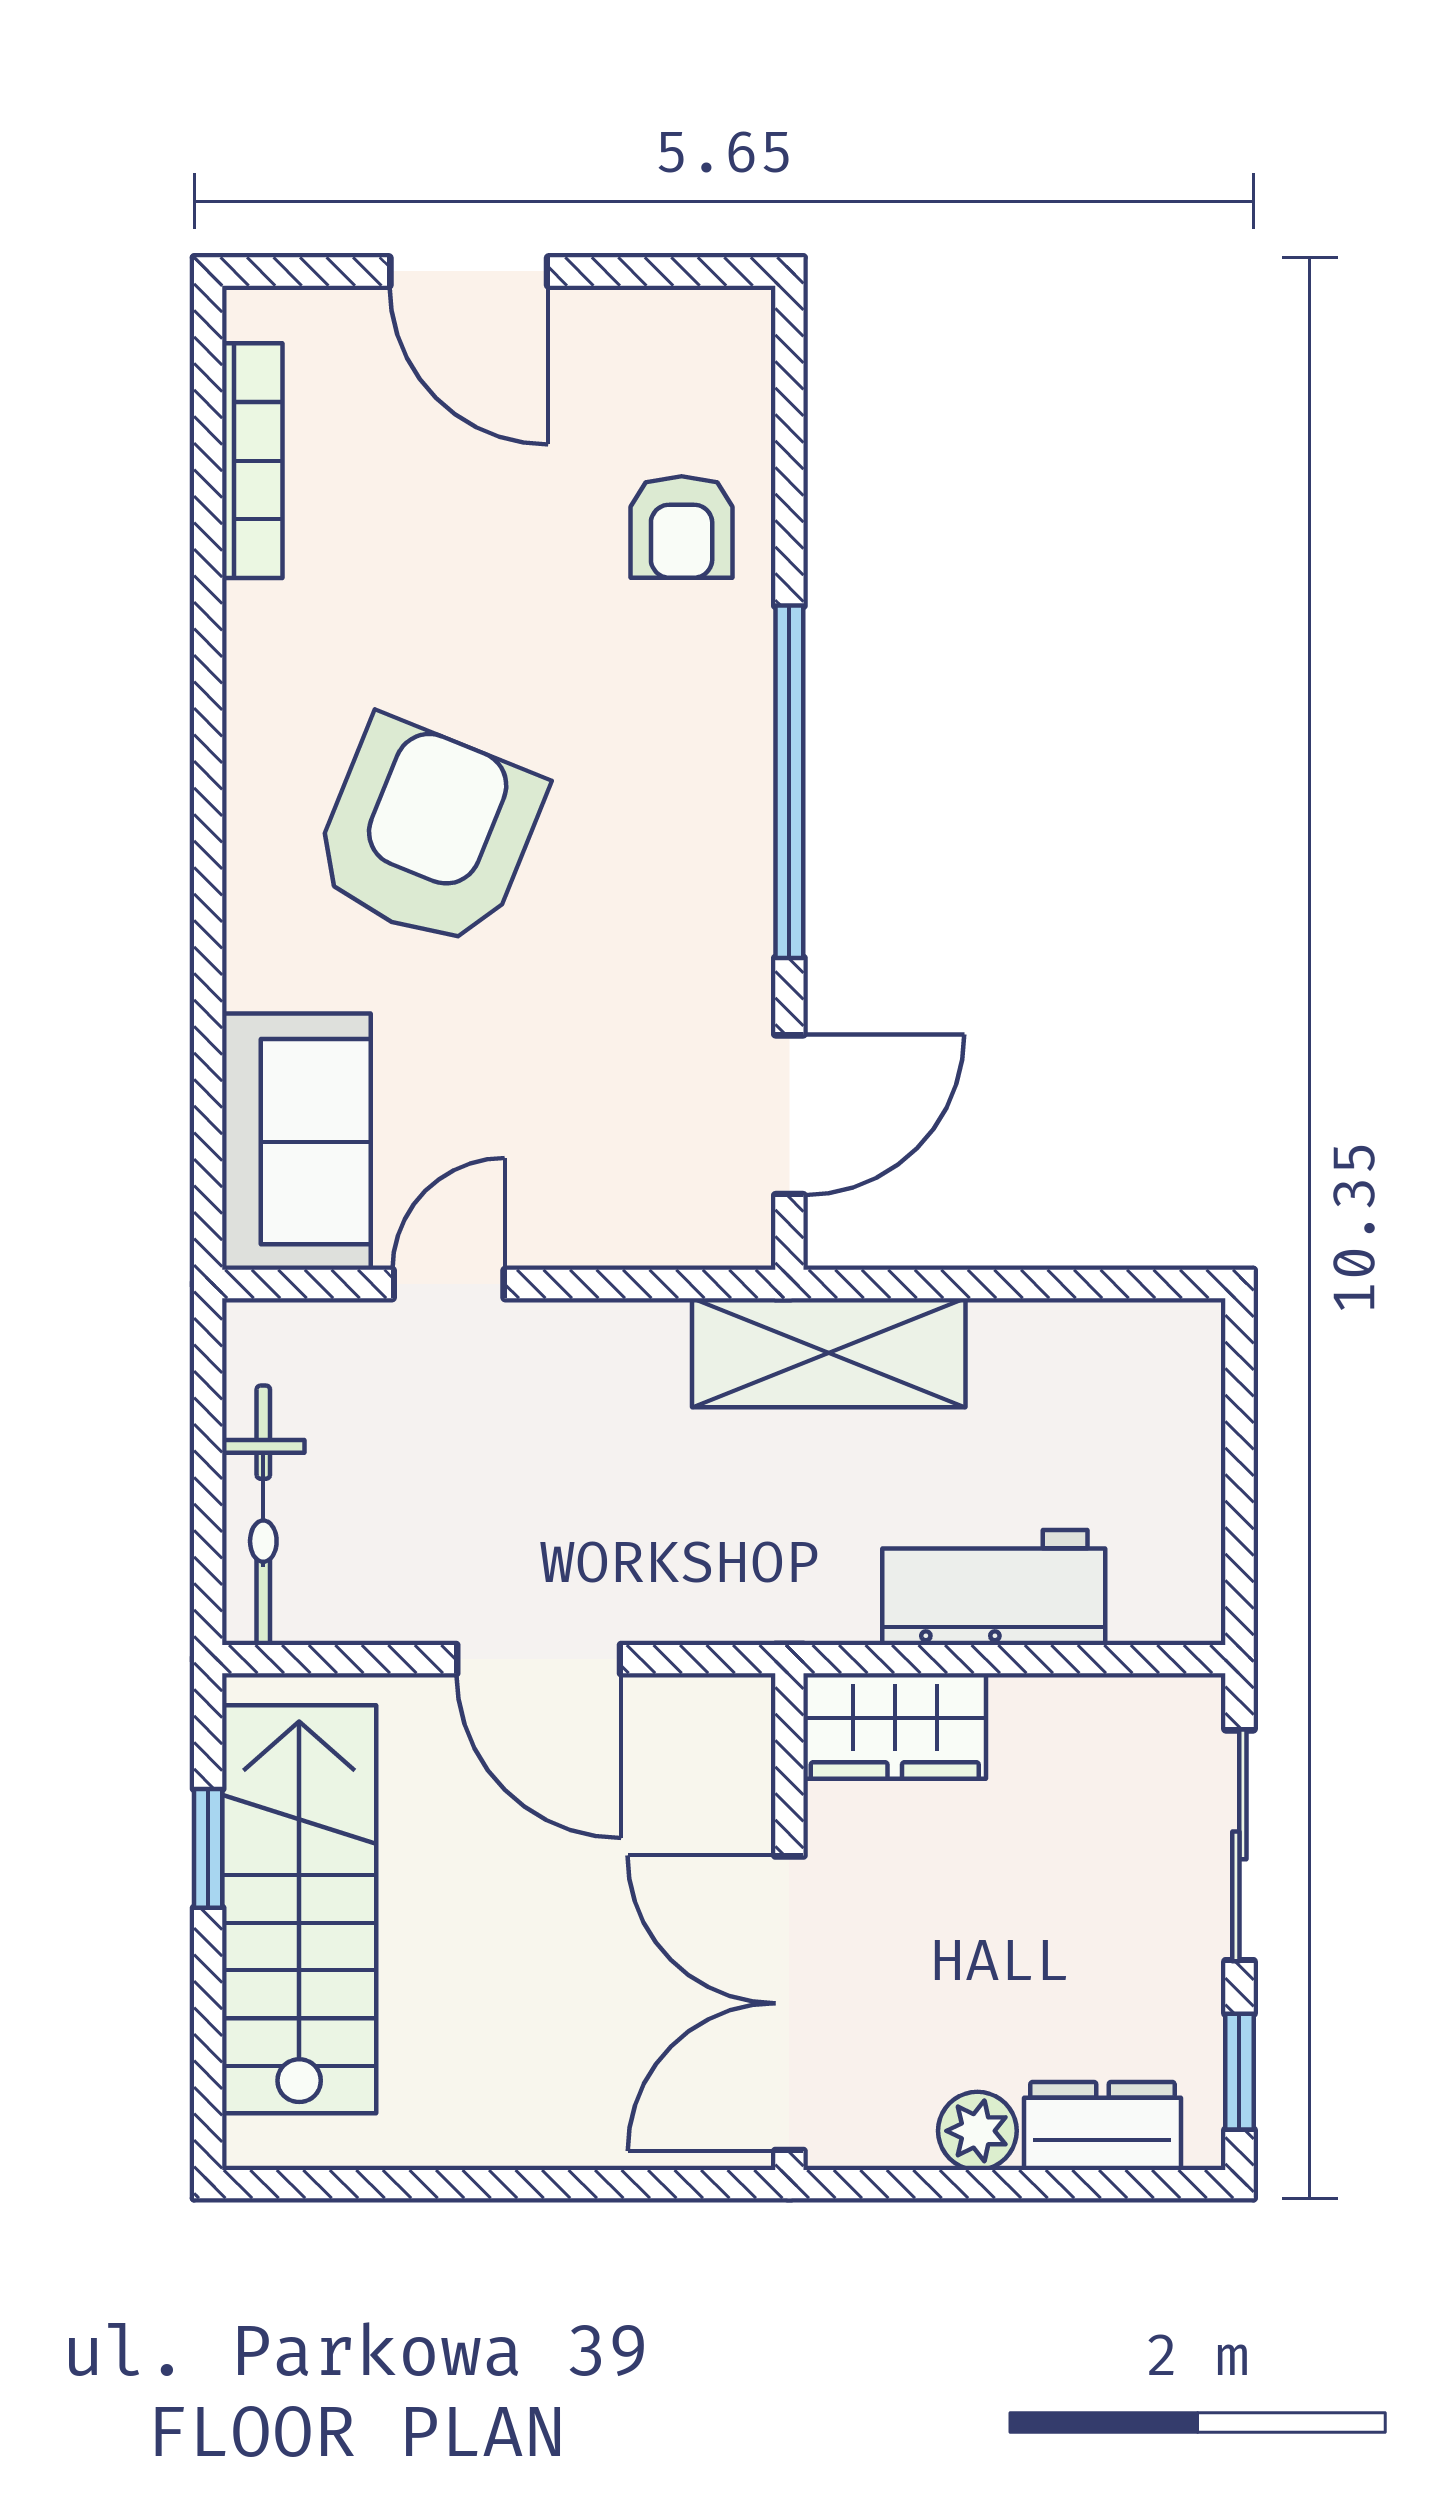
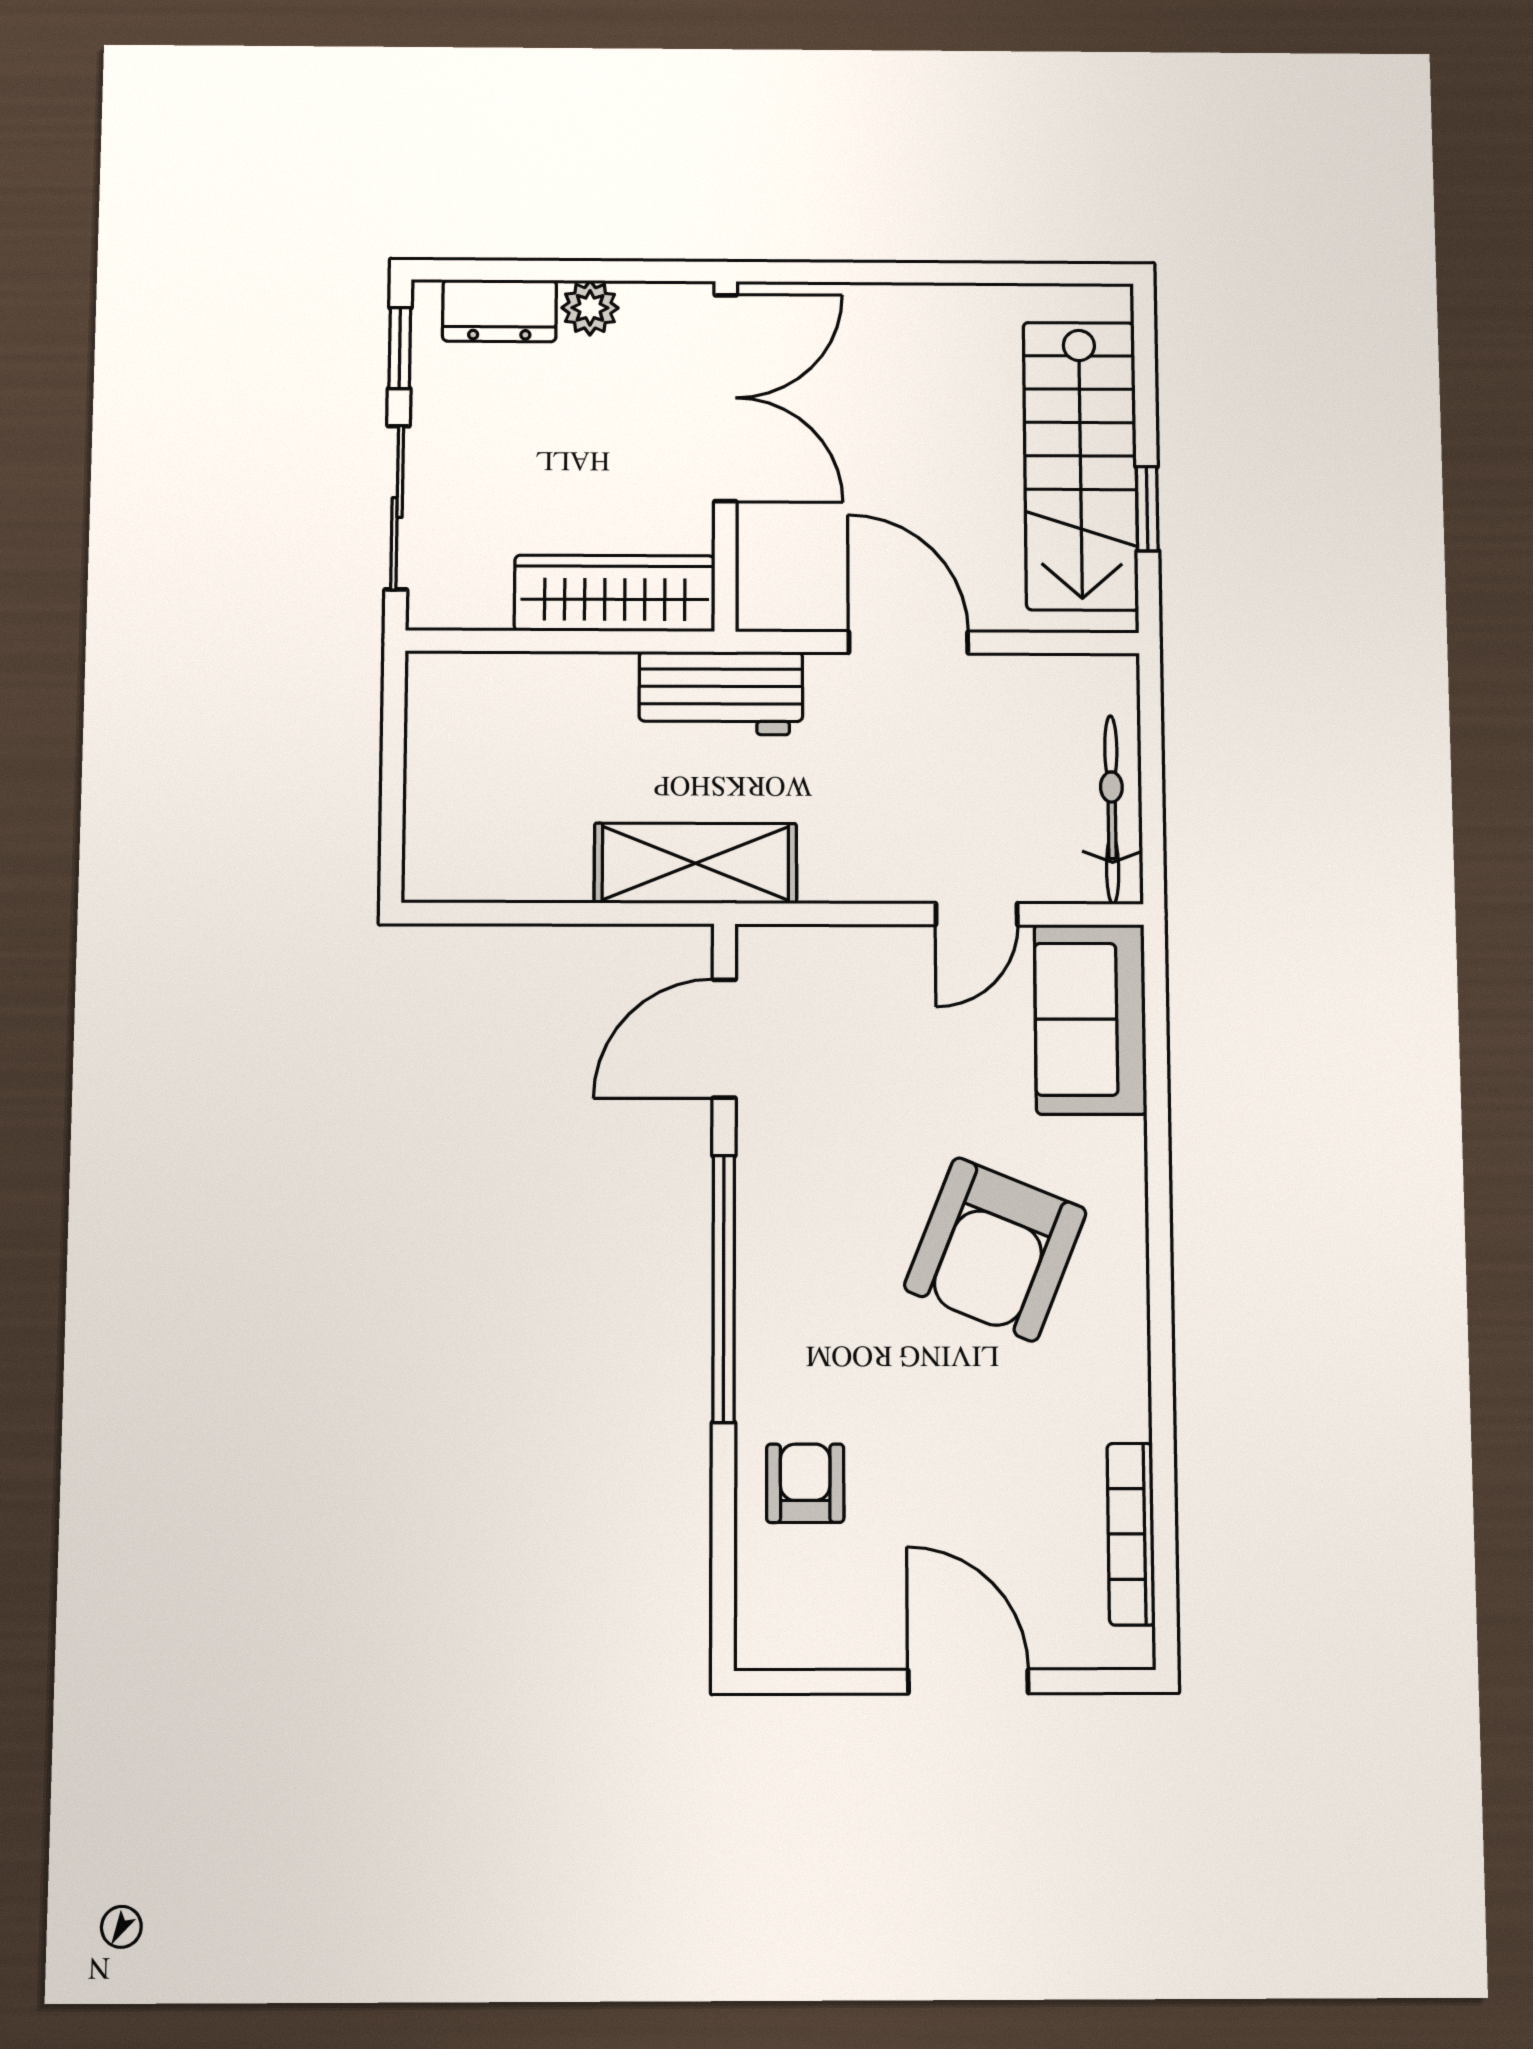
bicycle: (263, 1515) -> (1112, 810), moved
workbench: (994, 1587) -> (721, 693), moved
wardrobe: (895, 1726) -> (615, 593), width x1.50

